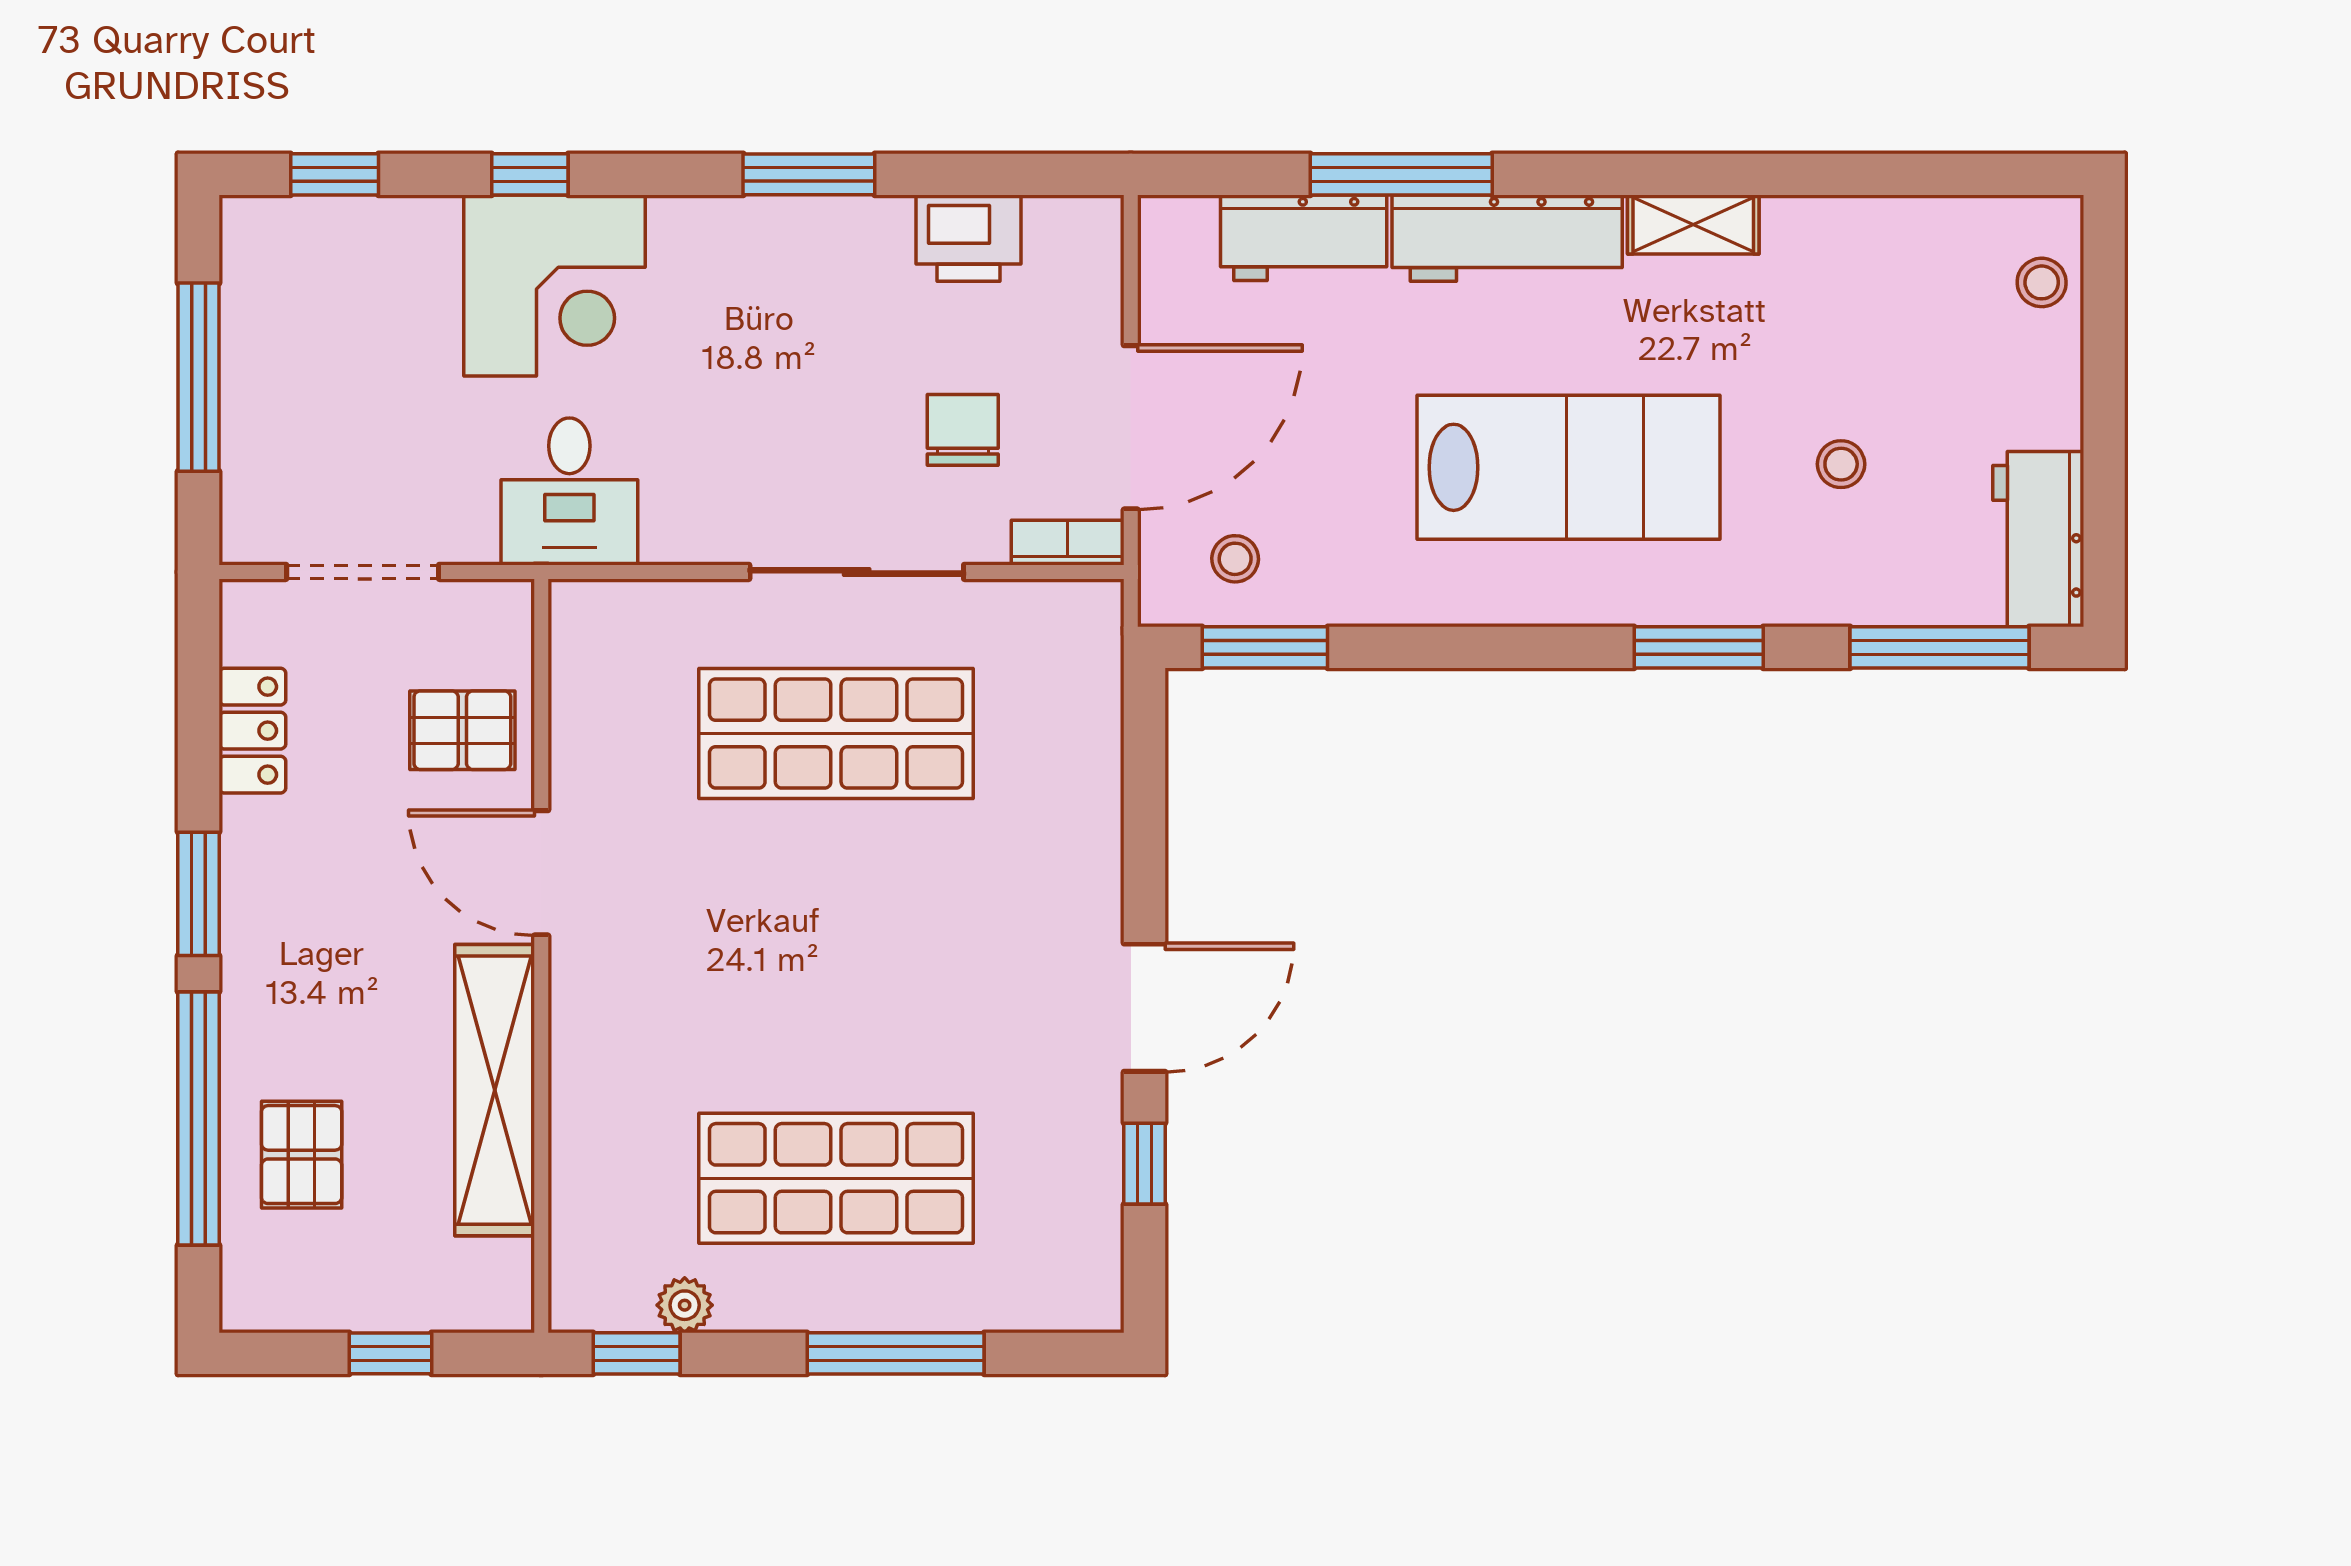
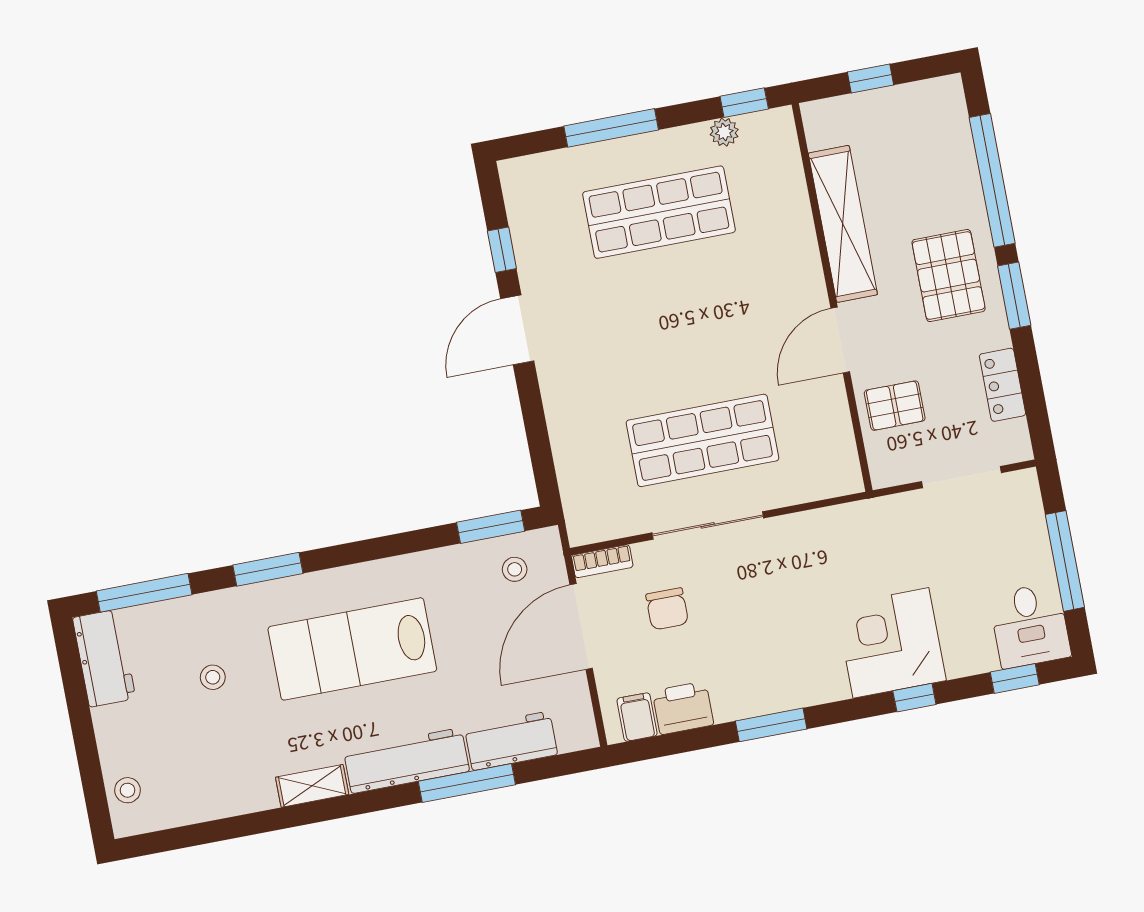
filing cabinet: (1058, 237) -> (637, 717), added
desk: (569, 491) -> (1030, 626), moved, turned 180
door: (541, 873) -> (840, 340), swing flipped
pallet: (302, 1155) -> (949, 276), moved, width x1.50, depth x1.42

